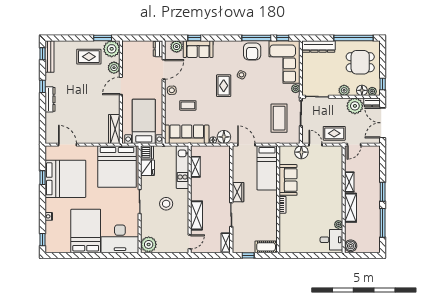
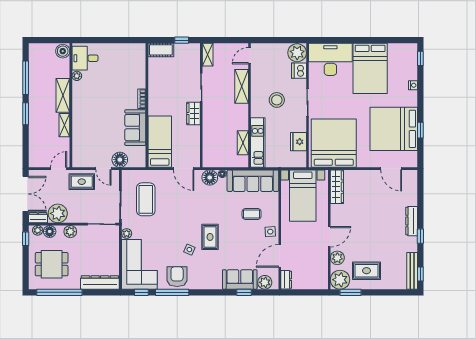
dishwasher: (147, 152) -> (299, 71), moved

